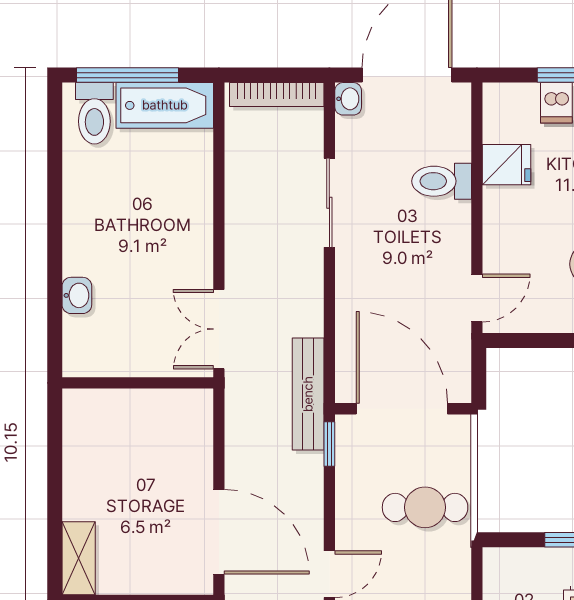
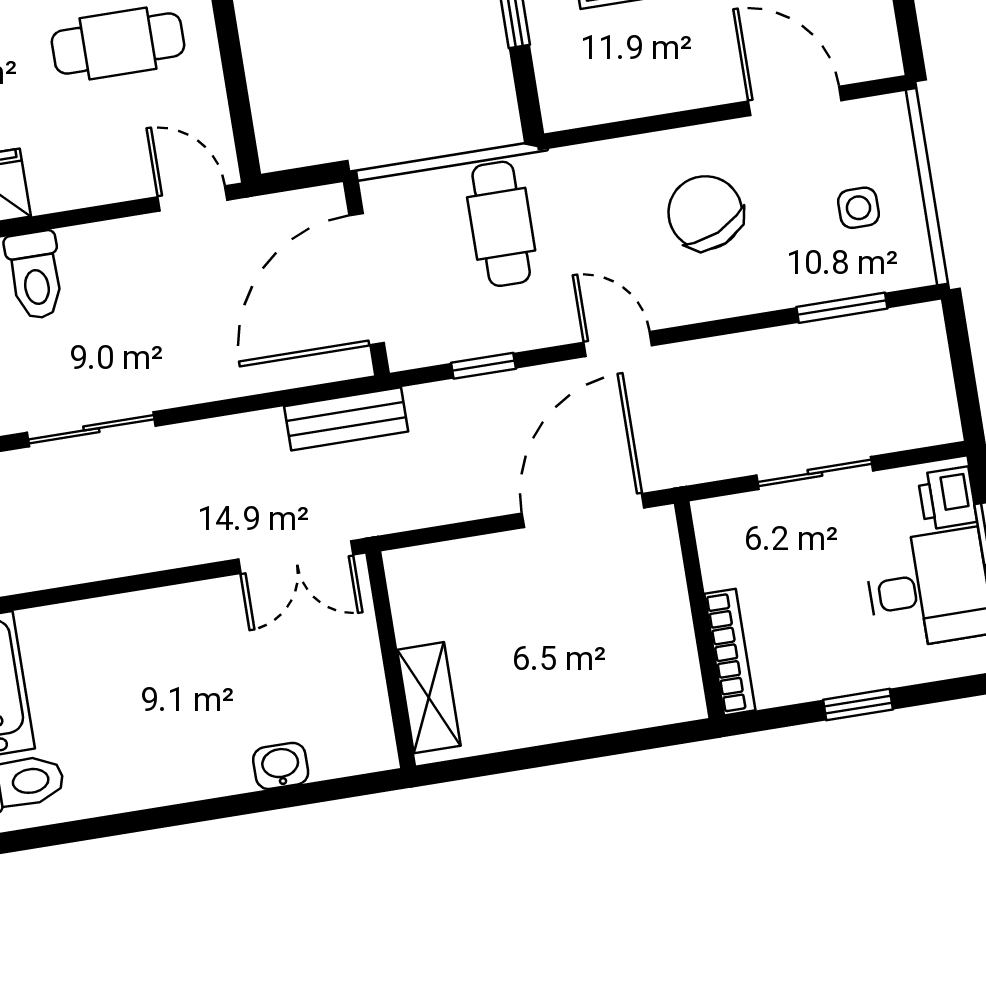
bench: (308, 394) -> (346, 419), width x0.73
window: (329, 444) -> (483, 366), moved
shelving: (79, 558) -> (429, 698), moved, turned 90

